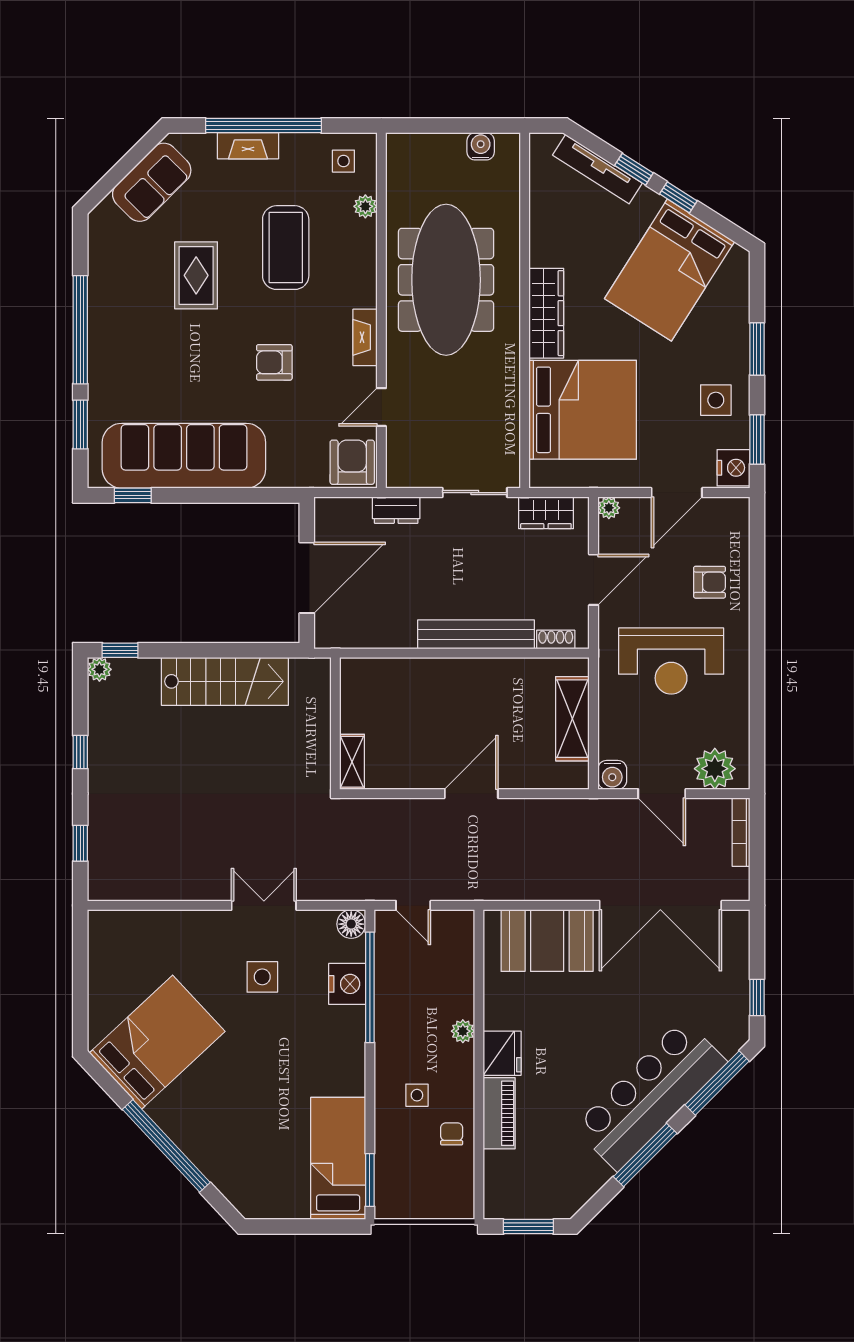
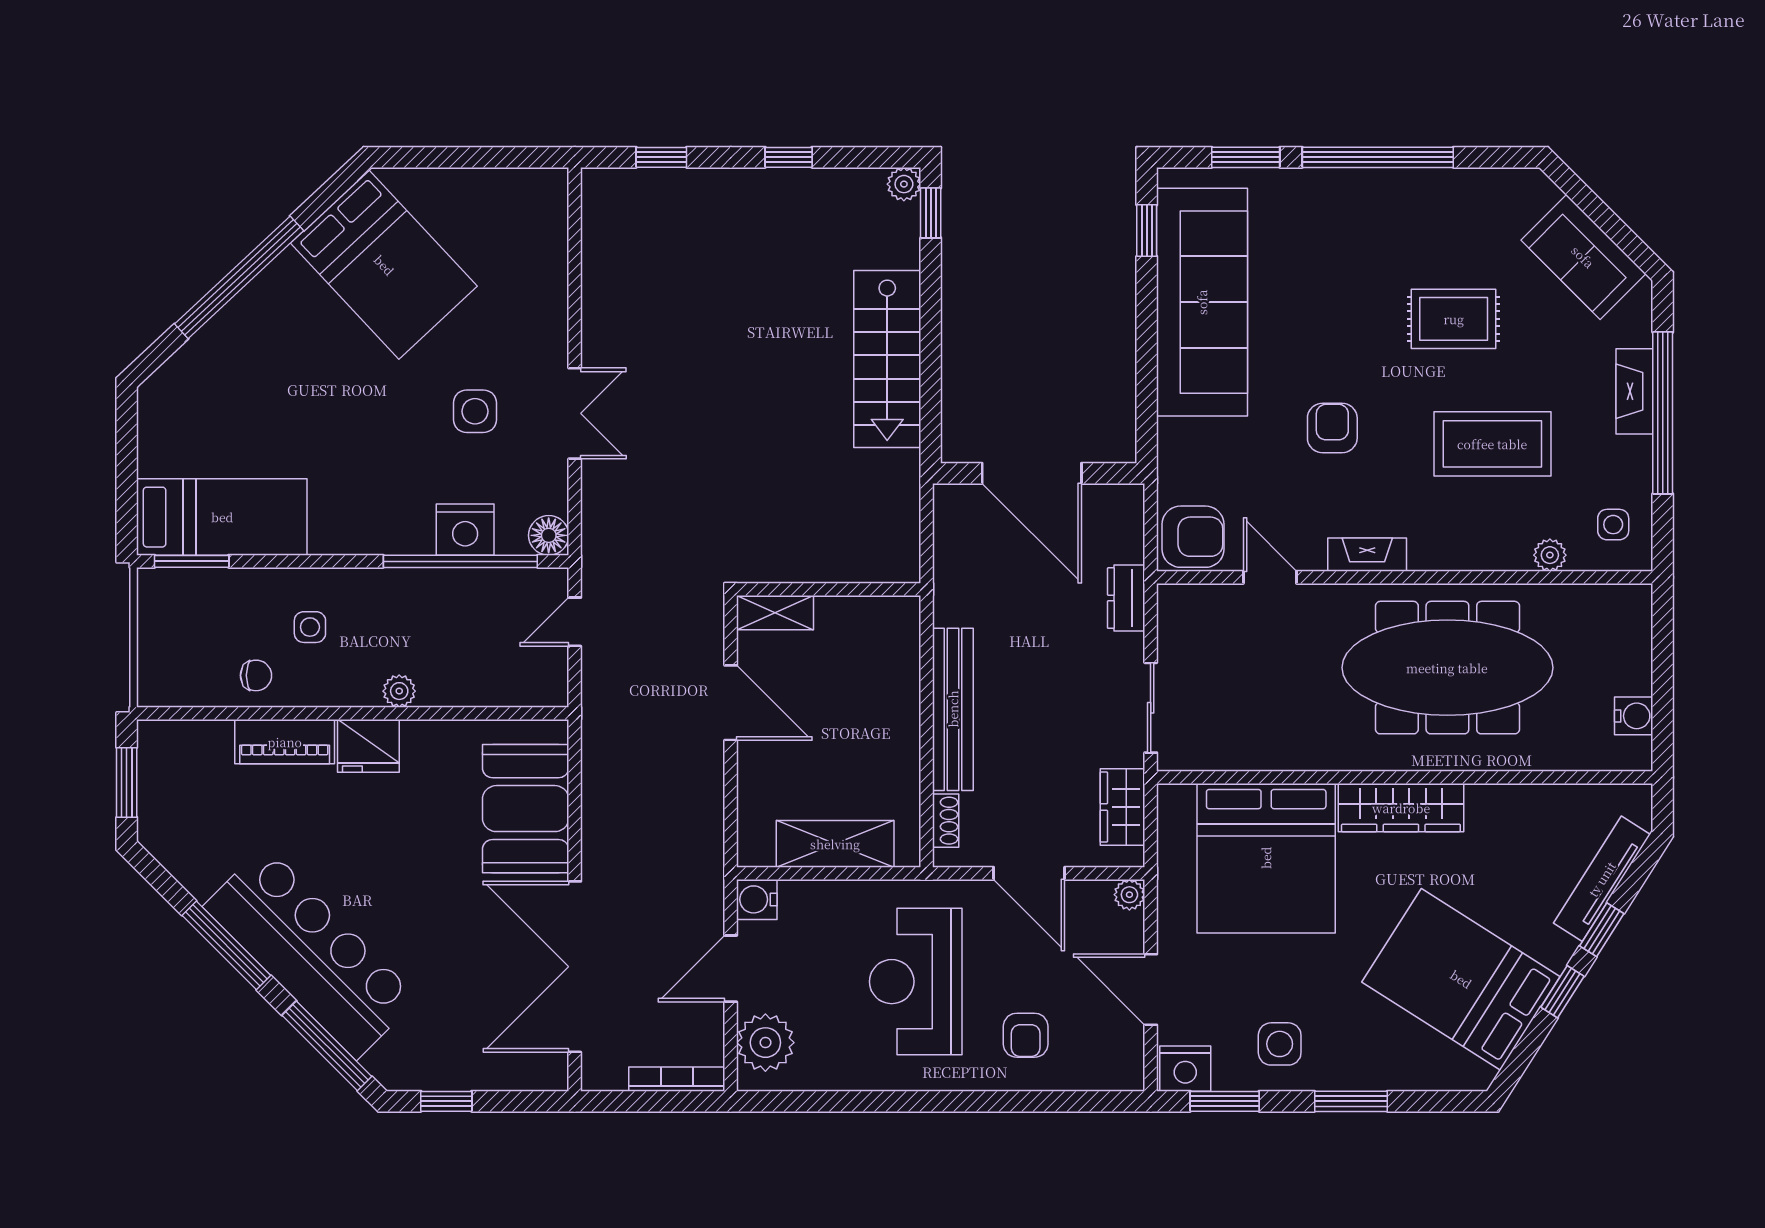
wall: (335, 723) -> (829, 589), moved
shelving: (352, 762) -> (775, 613), moved

